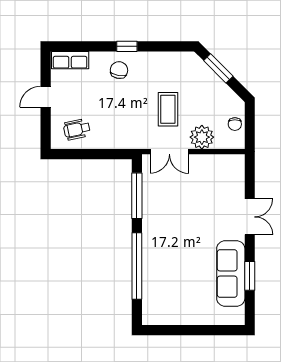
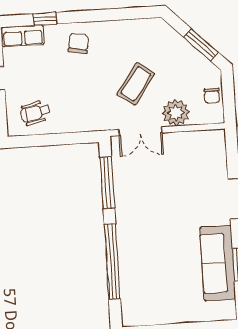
window: (127, 46) -> (45, 19), moved
window: (218, 68) -> (201, 45), moved
coffee table: (168, 109) -> (136, 84), turned 36

